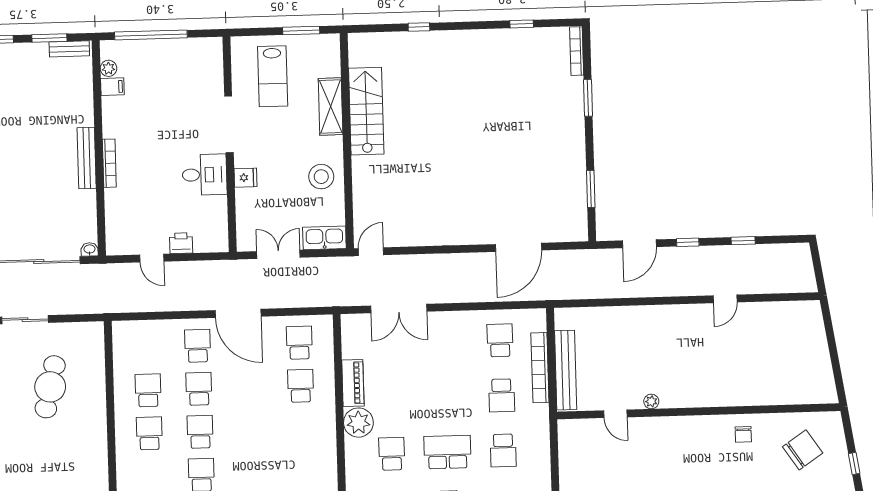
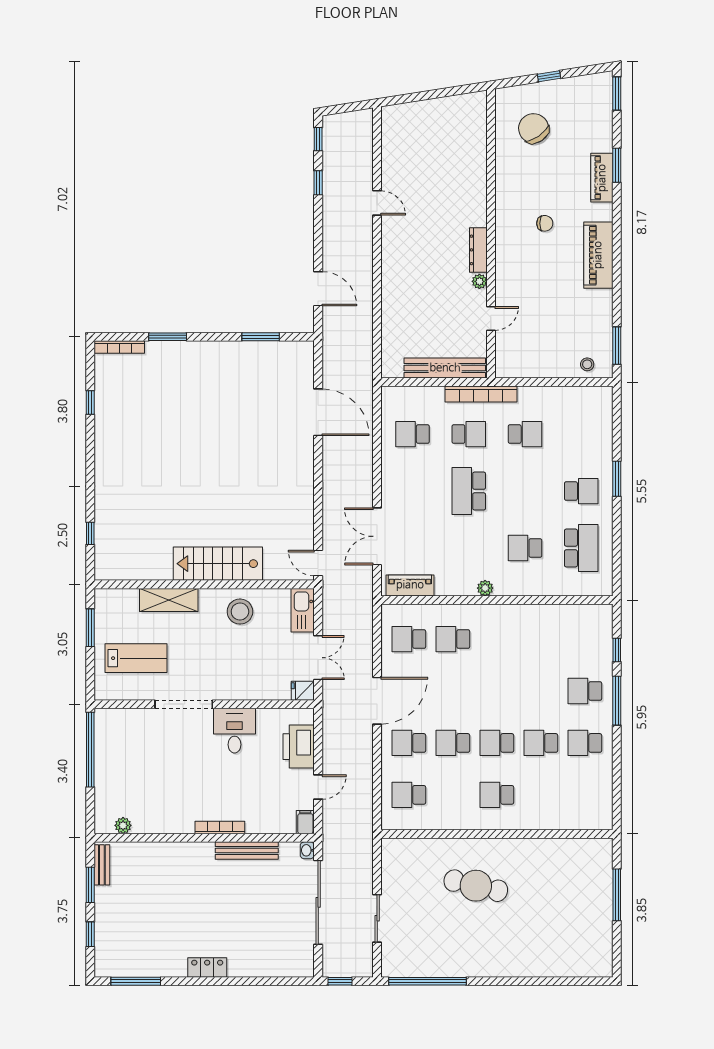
window: (419, 27) -> (90, 533), moved
window: (151, 35) -> (90, 750), moved
filing cabinet: (112, 87) -> (305, 822), moved
stairs: (366, 111) -> (218, 564), moved
bench: (87, 158) -> (247, 850), moved
fridge: (246, 178) -> (303, 691), moved, turned -90
window: (688, 242) -> (318, 139), moved
printer: (181, 243) -> (299, 747), width x1.87, depth x1.48
double door: (278, 254) -> (318, 658), swing flipped
double door: (399, 309) -> (377, 536), swing flipped
bookcase: (540, 368) -> (481, 394), moved
piano: (353, 383) -> (410, 585), moved
cafe table: (50, 387) -> (476, 886), moved
school desk: (148, 390) -> (409, 795), moved
dresser: (682, 399) -> (478, 250), added
plant: (358, 423) -> (485, 588), width x0.53, depth x0.53
chair: (743, 434) -> (545, 223), moved
school desk: (447, 452) -> (469, 491), moved

